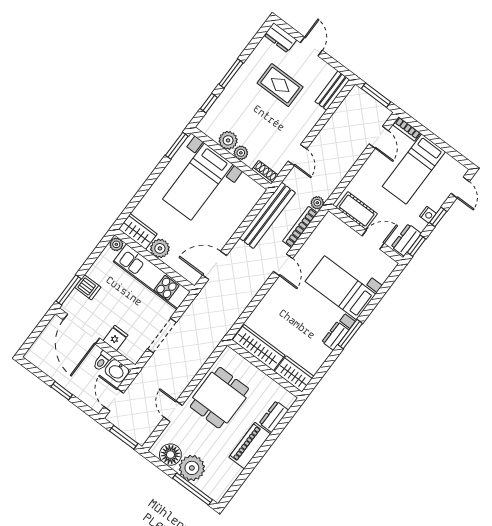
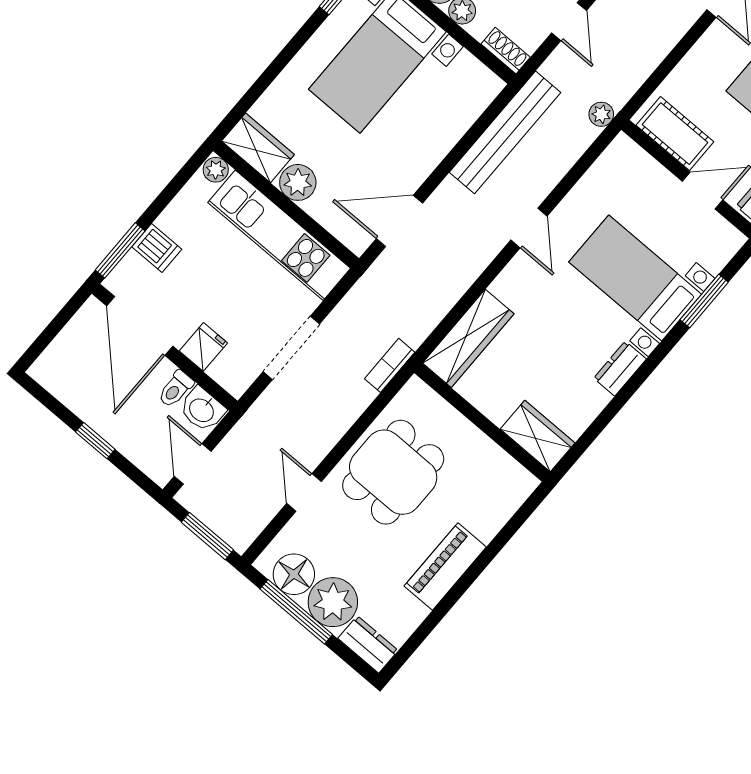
bookcase: (300, 227) -> (390, 365), moved, width x0.64
window: (350, 334) -> (704, 301), moved
wardrobe: (259, 348) -> (468, 338), moved, turned 90
dresser: (274, 417) -> (368, 644), moved, turned 90
window: (193, 489) -> (296, 612), moved

